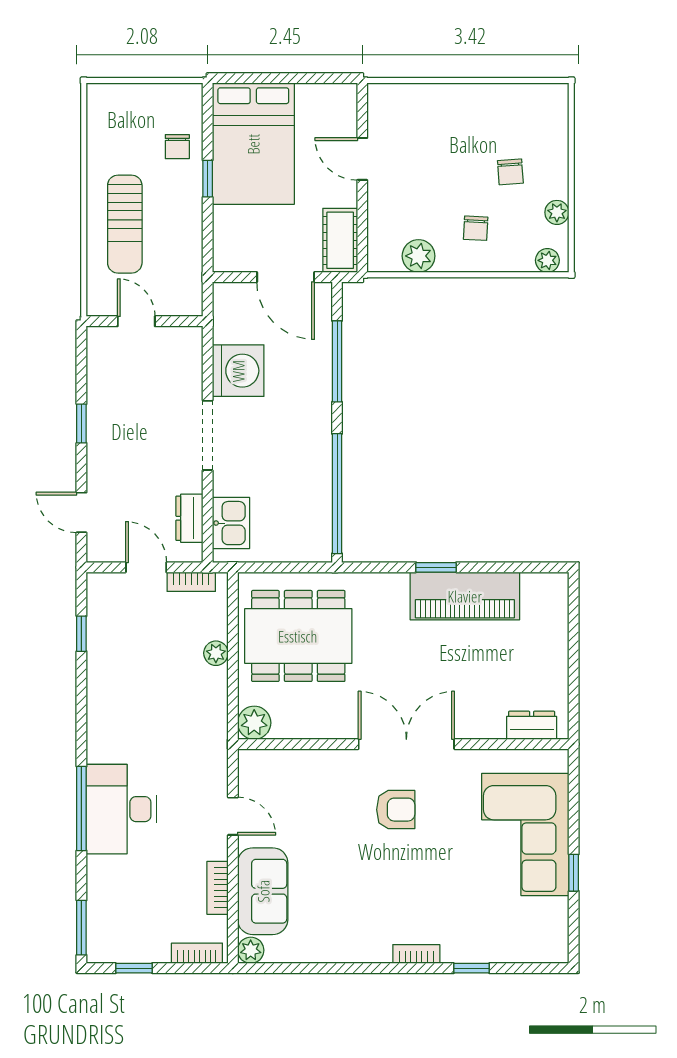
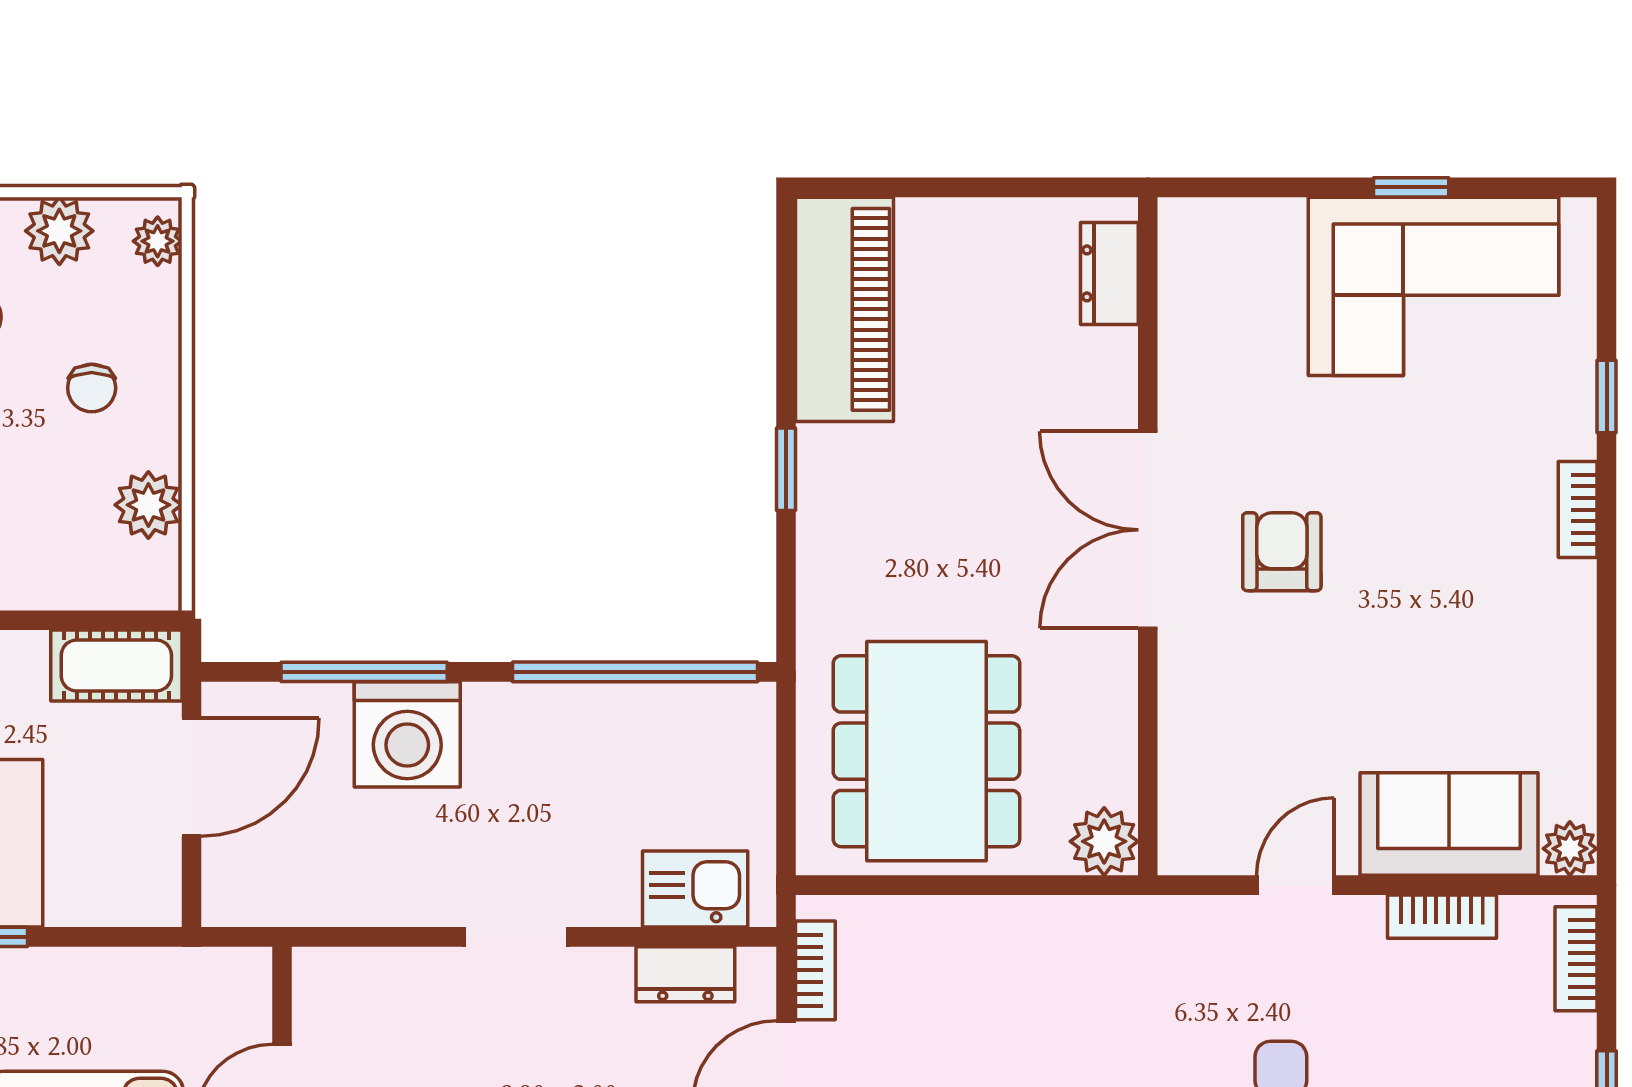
plant: (557, 212) -> (59, 231), width x1.38, depth x1.38
chair: (476, 228) -> (92, 388), turned 87
washing machine: (238, 371) -> (407, 734), moved, turned 180
doorway: (208, 435) -> (516, 937), width x0.73
piano: (465, 596) -> (844, 309), moved
plant: (216, 653) -> (962, 920), removed
corner sofa: (525, 834) -> (1433, 286), moved

